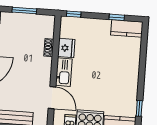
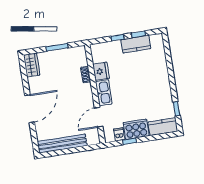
window: (74, 14) -> (117, 38), moved
kitchen counter: (127, 28) -> (136, 44), moved
door: (52, 98) -> (99, 117), swing flipped

